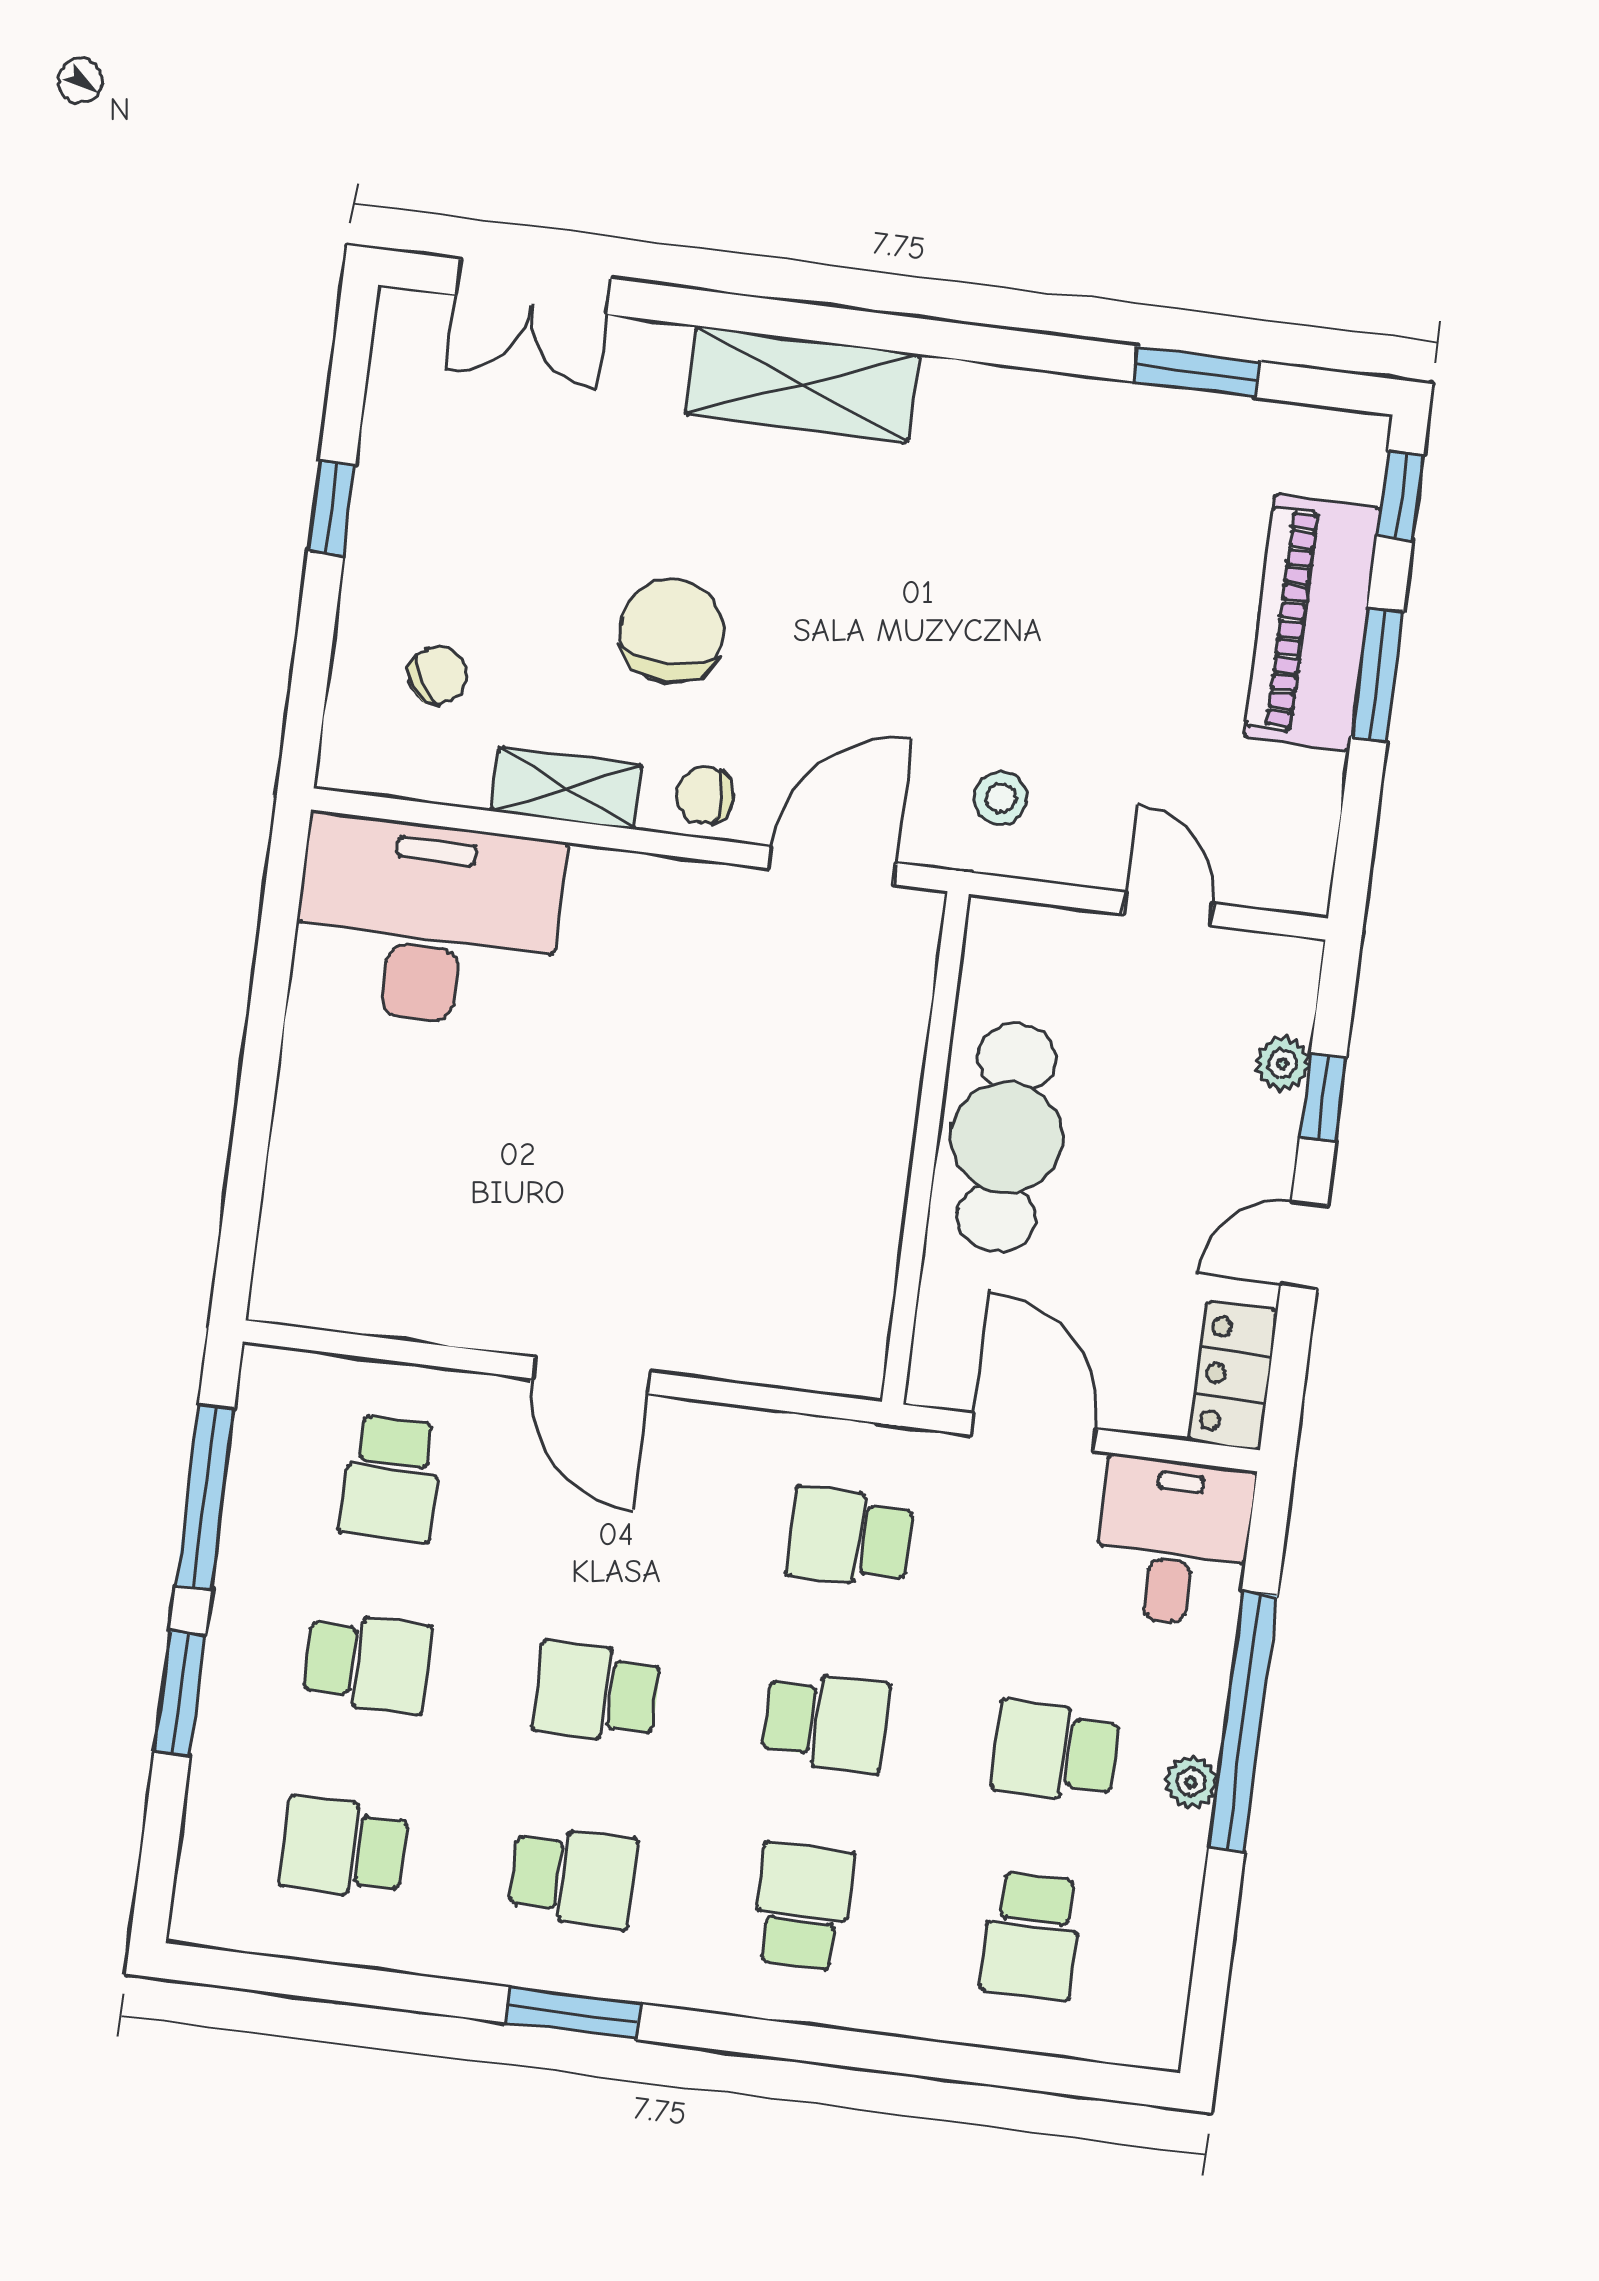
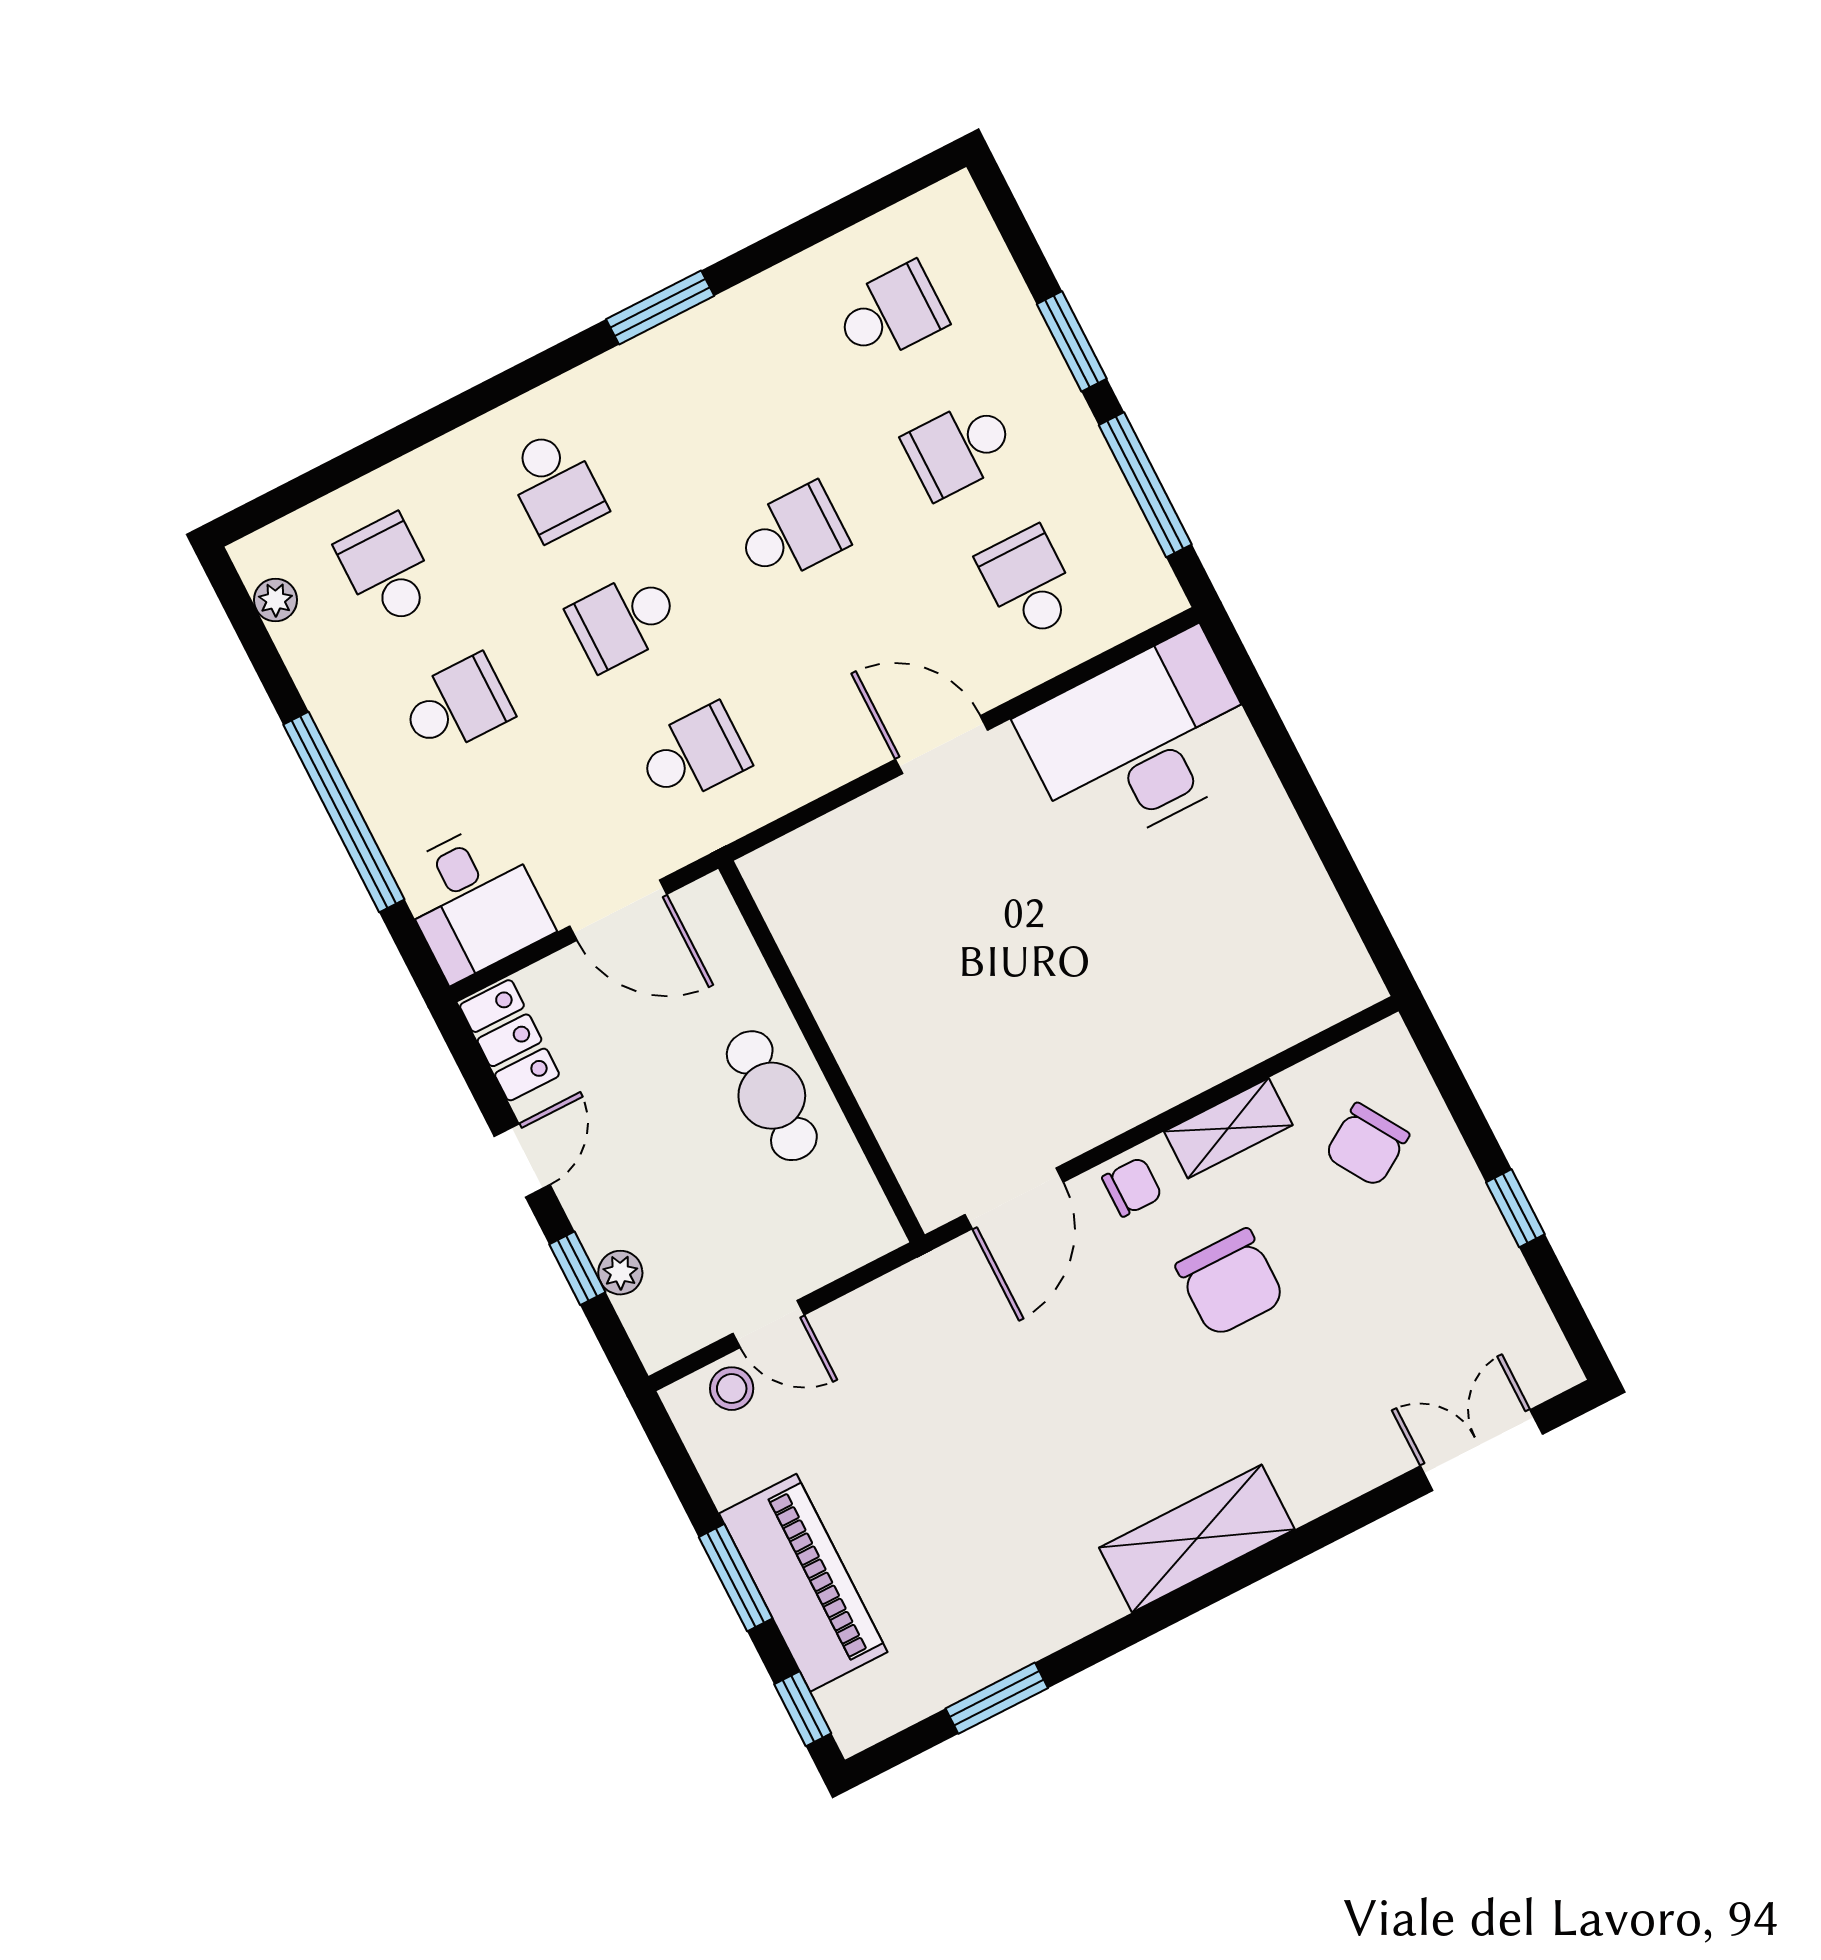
shelving: (802, 384) -> (1197, 1538), moved
chair: (438, 675) -> (1367, 1145), width x1.37, depth x1.37
stool: (1001, 798) -> (732, 1389), moved
desk: (427, 923) -> (1141, 741), moved, turned 180
cafe table: (1006, 1138) -> (772, 1096), width x0.73, depth x0.74
plant: (1191, 1782) -> (276, 600), moved
school desk: (573, 1877) -> (723, 399), removed

